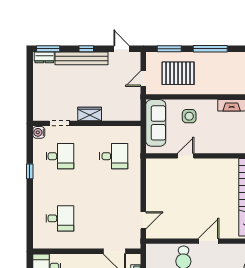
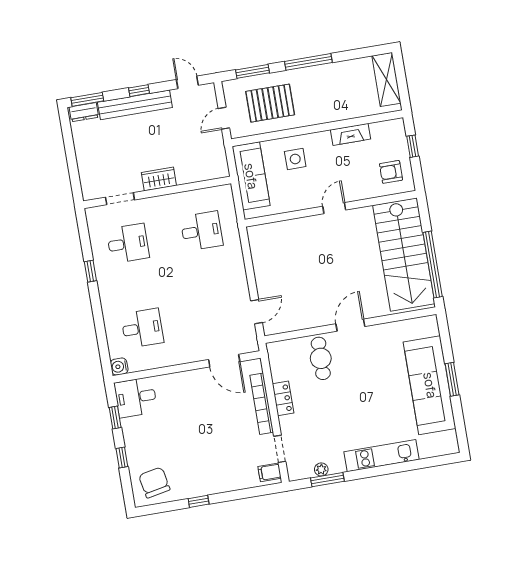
water cooler: (39, 132) -> (119, 367), moved
door: (186, 156) -> (334, 208), moved

